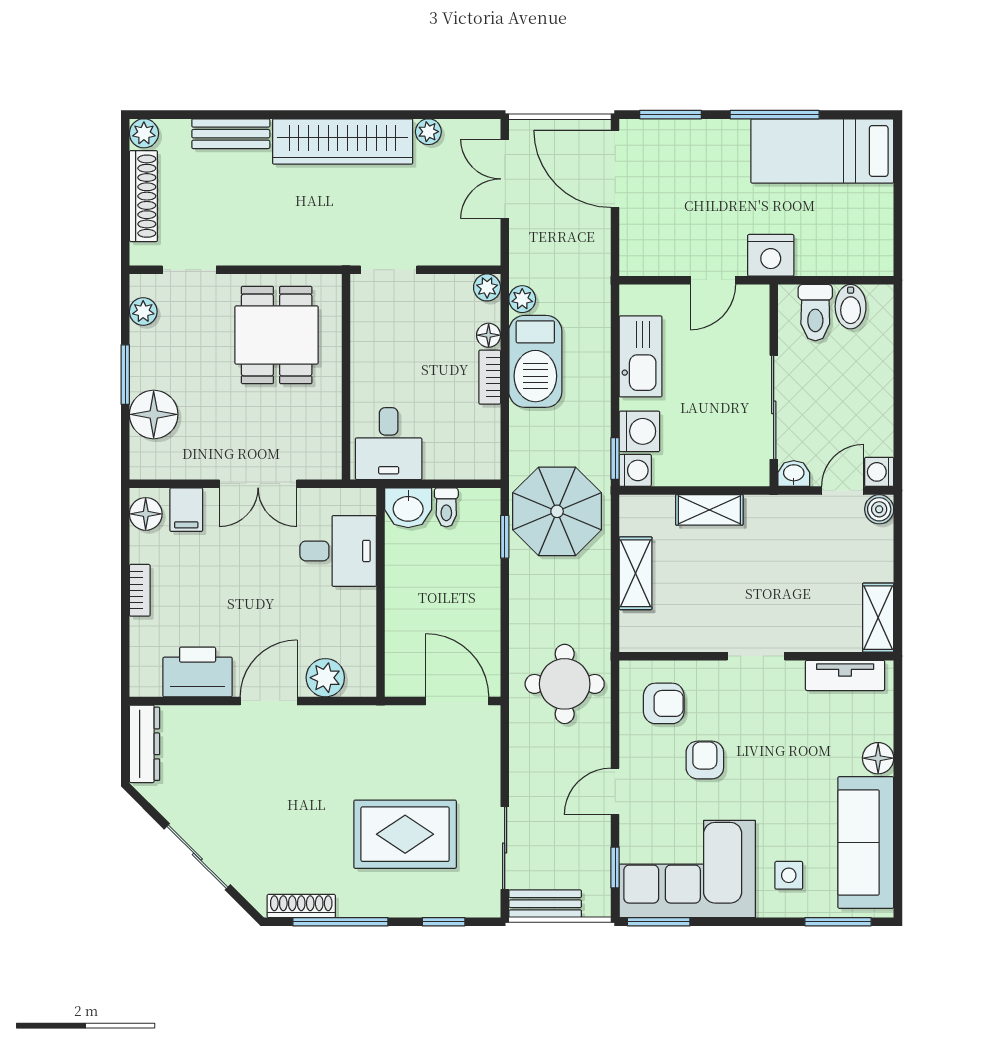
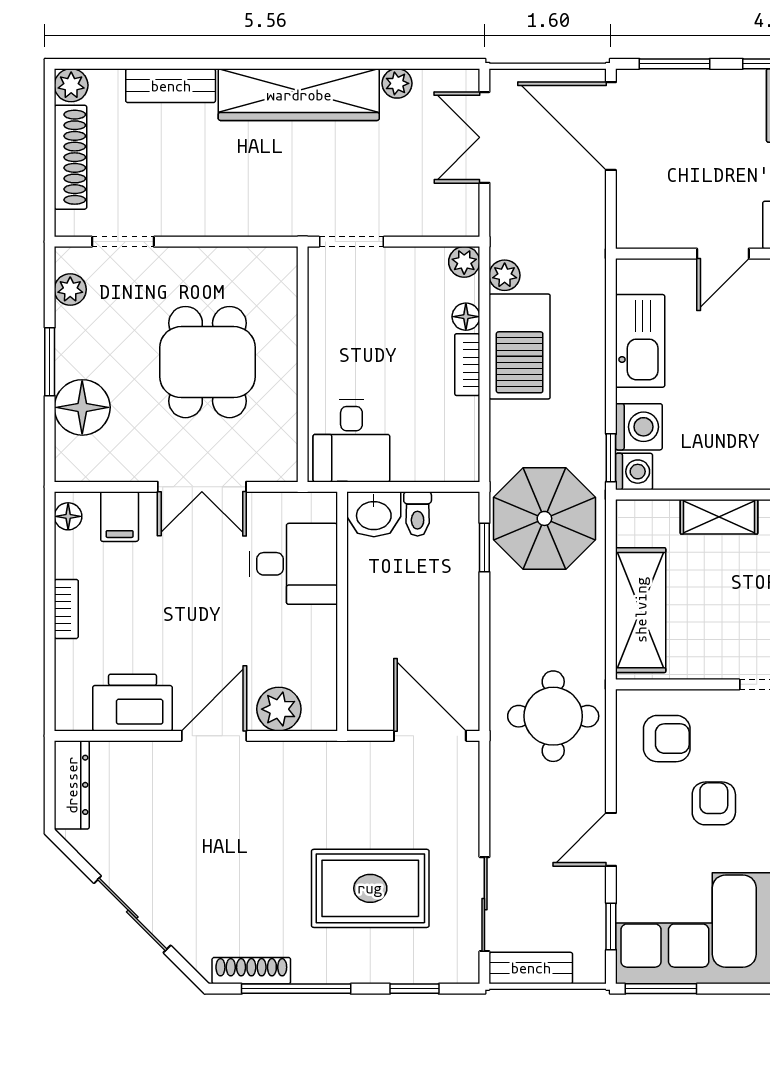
dining table: (277, 335) -> (207, 362), moved
floor lamp: (146, 514) -> (68, 516), width x0.73, depth x0.73
shelving: (636, 573) -> (641, 610), width x1.50, depth x1.33

